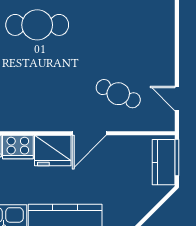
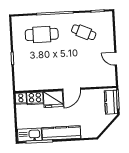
cafe table: (118, 94) -> (84, 32), moved
door: (177, 99) -> (116, 59), moved

